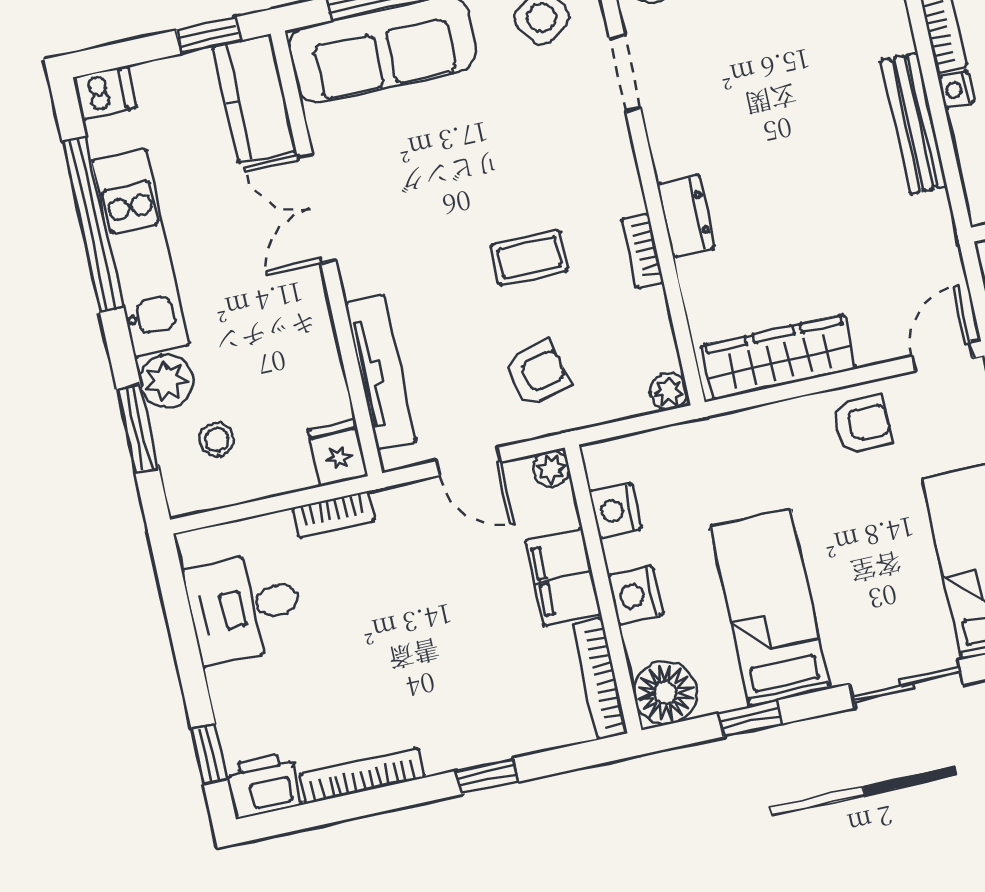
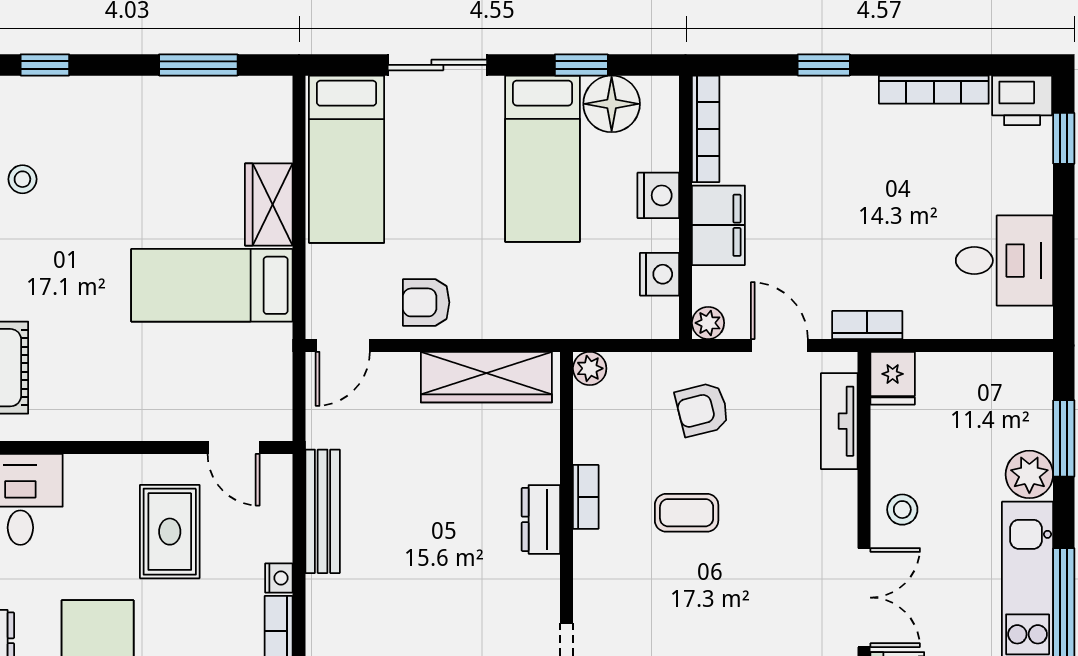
bench: (914, 123) -> (323, 511), moved
tv unit: (381, 372) -> (839, 421), width x0.71
stool: (217, 440) -> (902, 510), moved
bookcase: (333, 514) -> (867, 325), moved
floor lamp: (665, 693) -> (612, 104), moved

